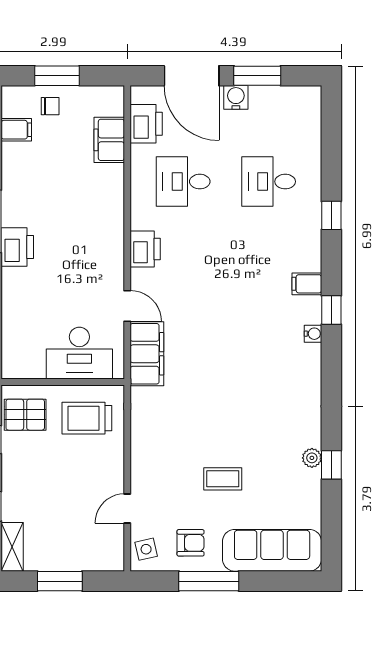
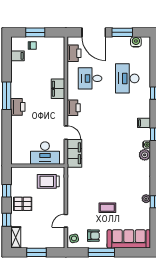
water cooler: (236, 97) -> (136, 42), moved
filing cabinet: (109, 140) -> (58, 89), moved
desk: (269, 182) -> (127, 78), width x1.37
plant: (309, 357) -> (145, 155), added
pallet: (25, 415) -> (23, 204), moved

